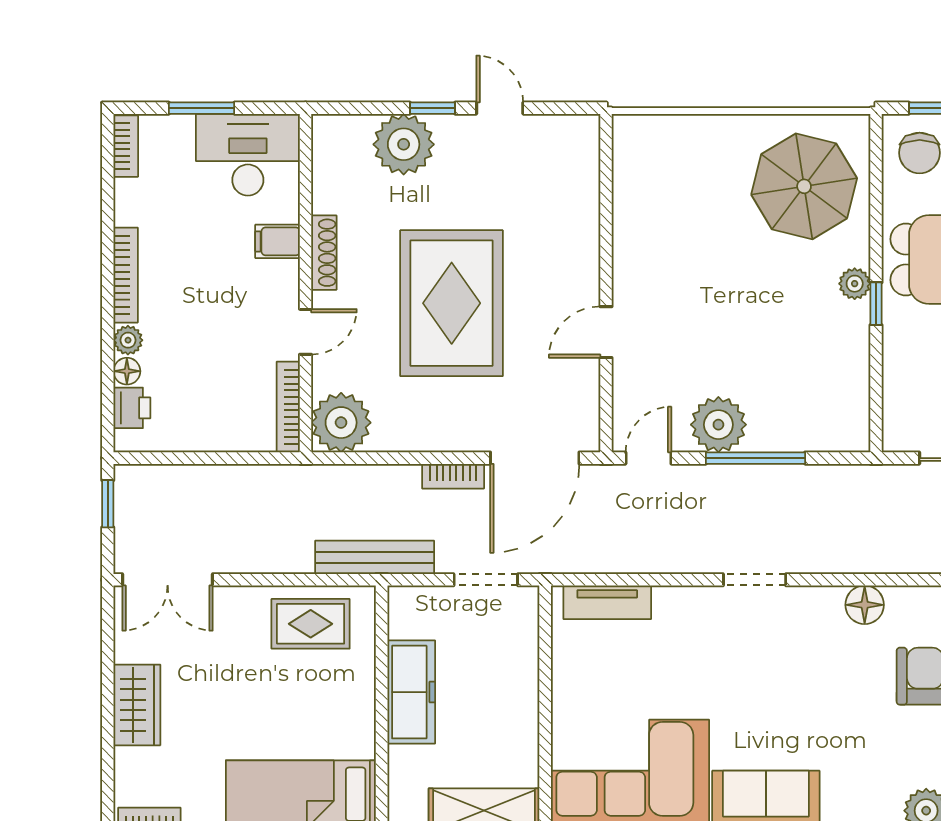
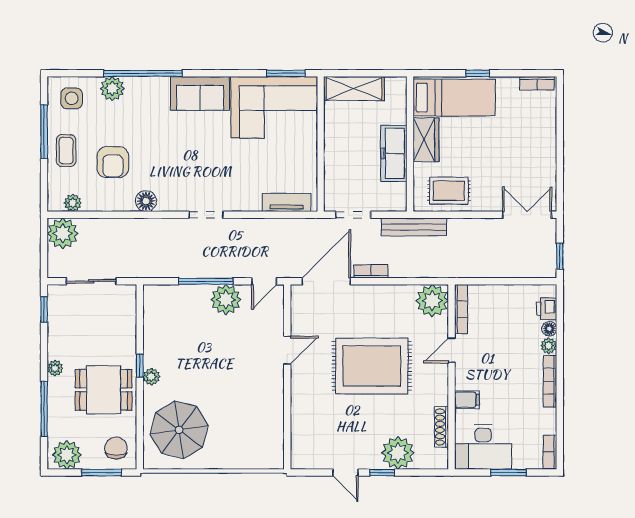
shoe rack: (324, 253) -> (442, 427), moved
rug: (452, 303) -> (372, 366), turned 90
wardrobe: (137, 705) -> (426, 140), moved, turned 180

